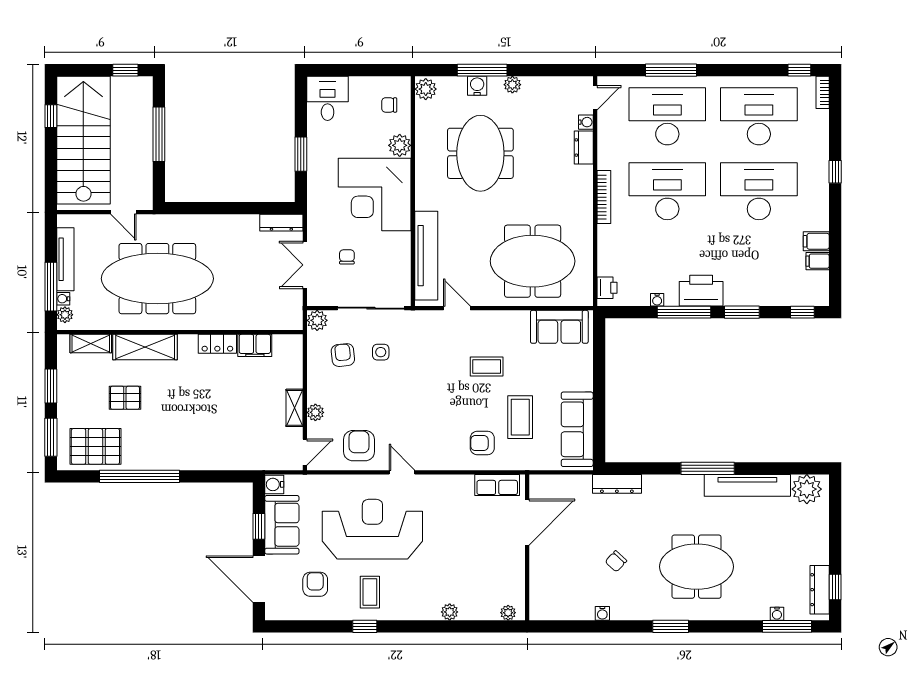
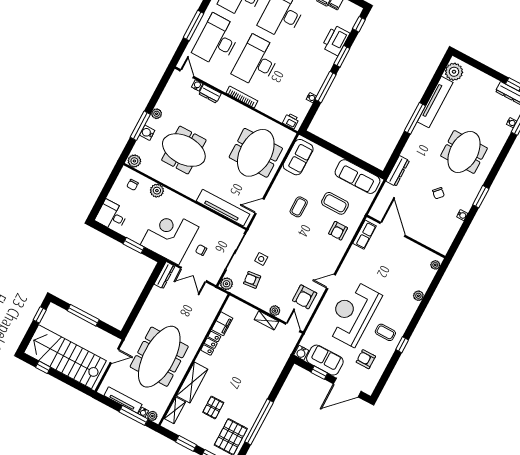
corner desk: (375, 195) -> (170, 236), moved, turned 180
printer: (701, 291) -> (336, 40), moved
armchair: (359, 446) -> (305, 297), turned -90
window: (671, 626) -> (481, 197), moved

